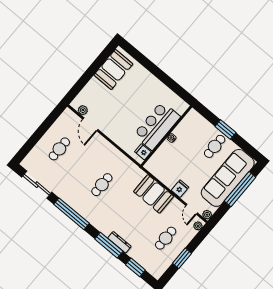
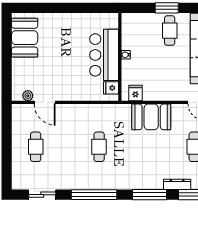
sliding door: (37, 185) -> (42, 195), width x0.73
fridge: (180, 189) -> (135, 93), moved
dresser: (119, 242) -> (177, 184), moved

